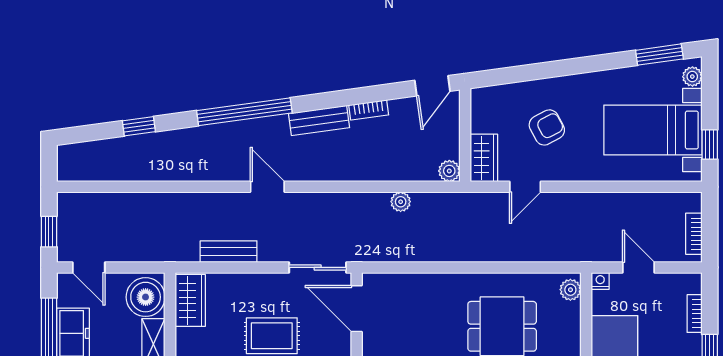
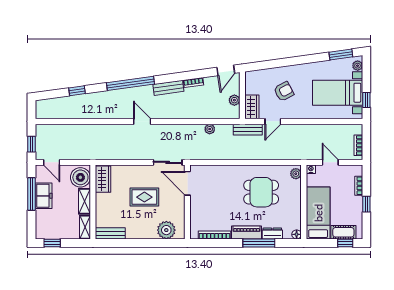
plant: (449, 171) -> (234, 100), moved
bench: (229, 252) -> (248, 130), moved

